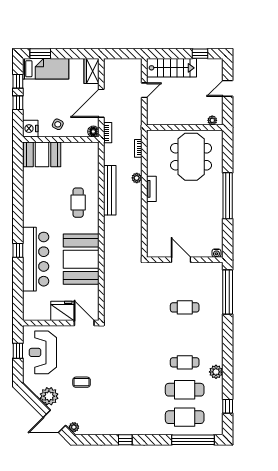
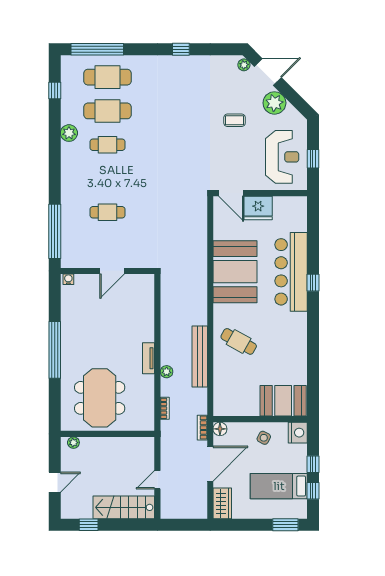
bed: (46, 69) -> (279, 486), moved
cafe table: (78, 203) -> (239, 341), turned -61
door: (181, 260) -> (112, 271), hinge flipped

